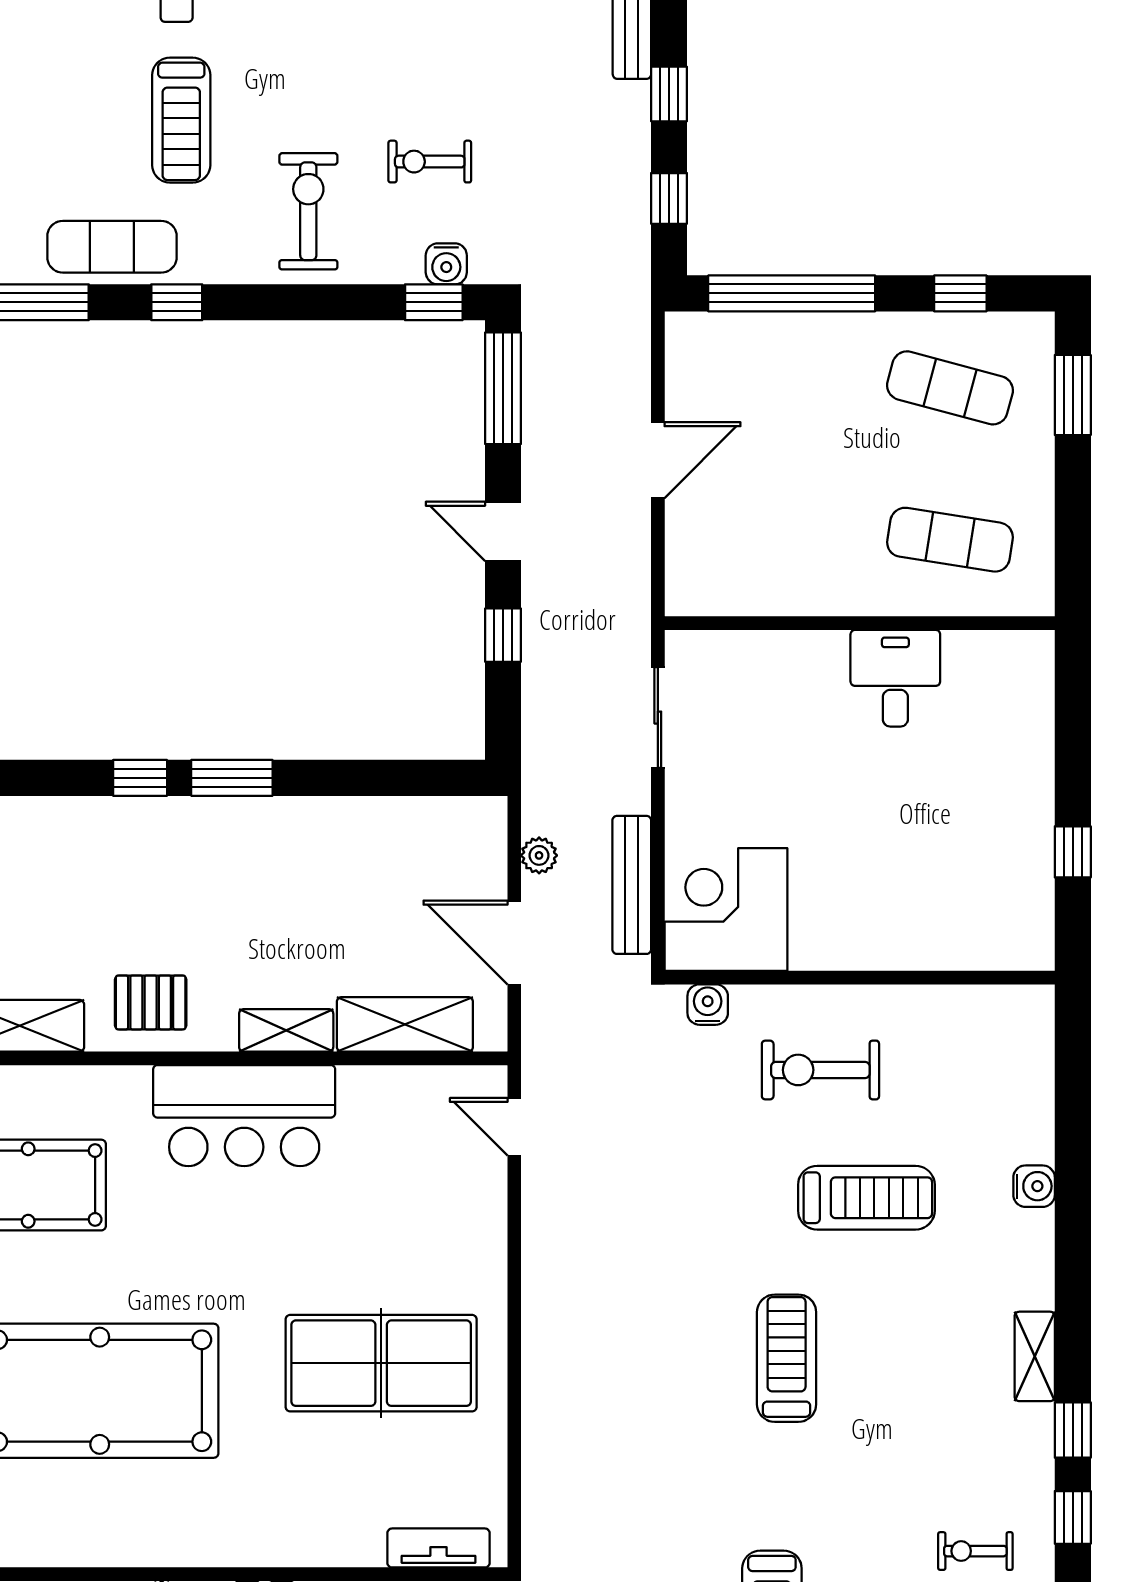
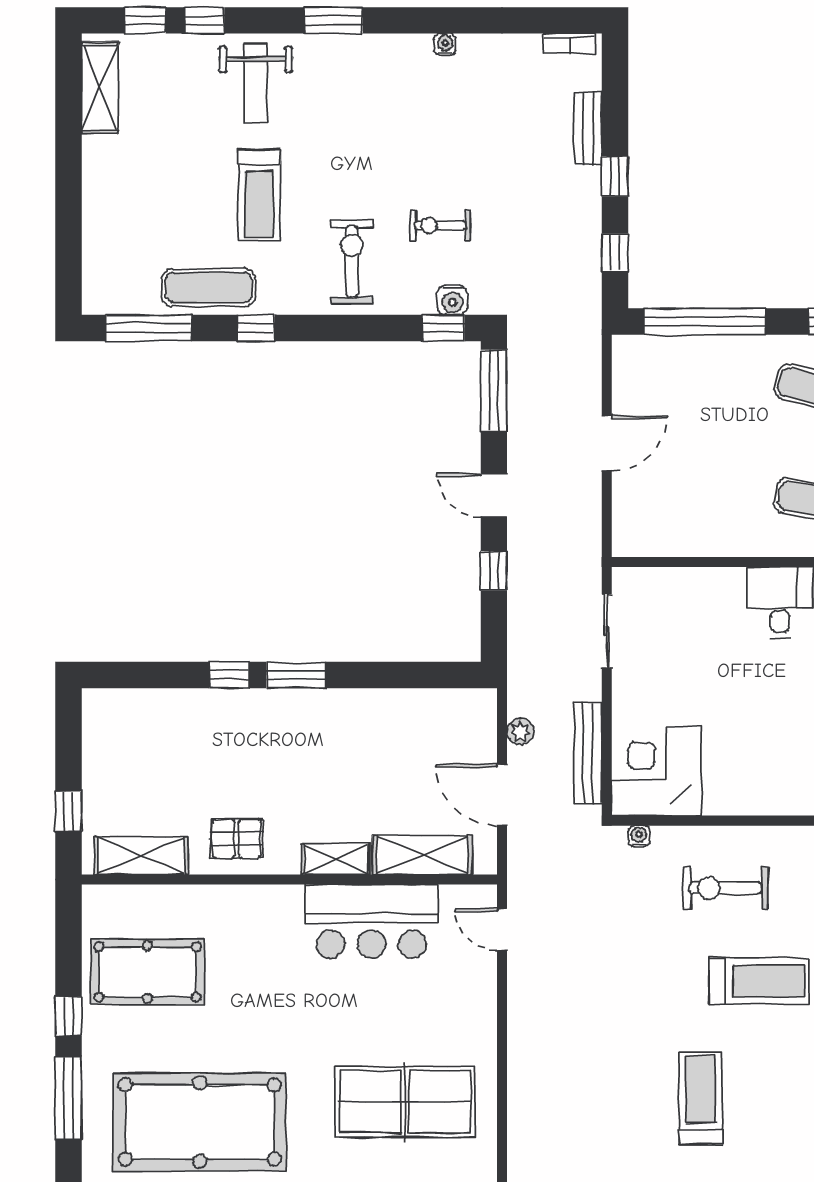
water cooler: (708, 1005) -> (639, 836), width x0.72, depth x0.72
bar counter: (244, 1116) -> (372, 921), moved

